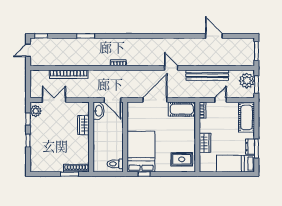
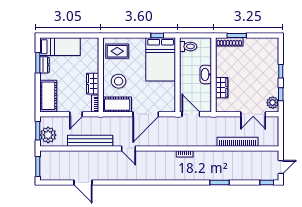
washbasin: (98, 111) -> (206, 74), moved
stool: (181, 131) -> (119, 81), added
wardrobe: (205, 143) -> (93, 84), moved

